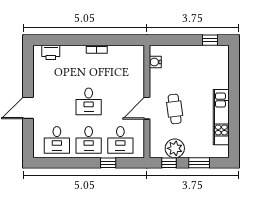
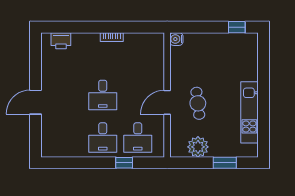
water cooler: (155, 62) -> (176, 39), moved
desk: (57, 140) -> (68, 138), removed
window: (169, 163) -> (192, 163), removed

